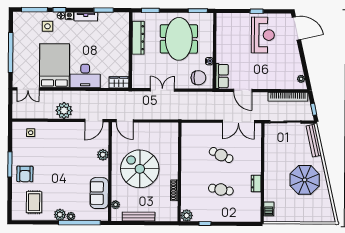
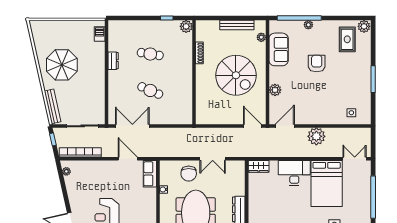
chair: (198, 78) -> (189, 174), moved, turned -90
armchair: (25, 174) -> (317, 63), moved
plant: (60, 215) -> (364, 26), moved

